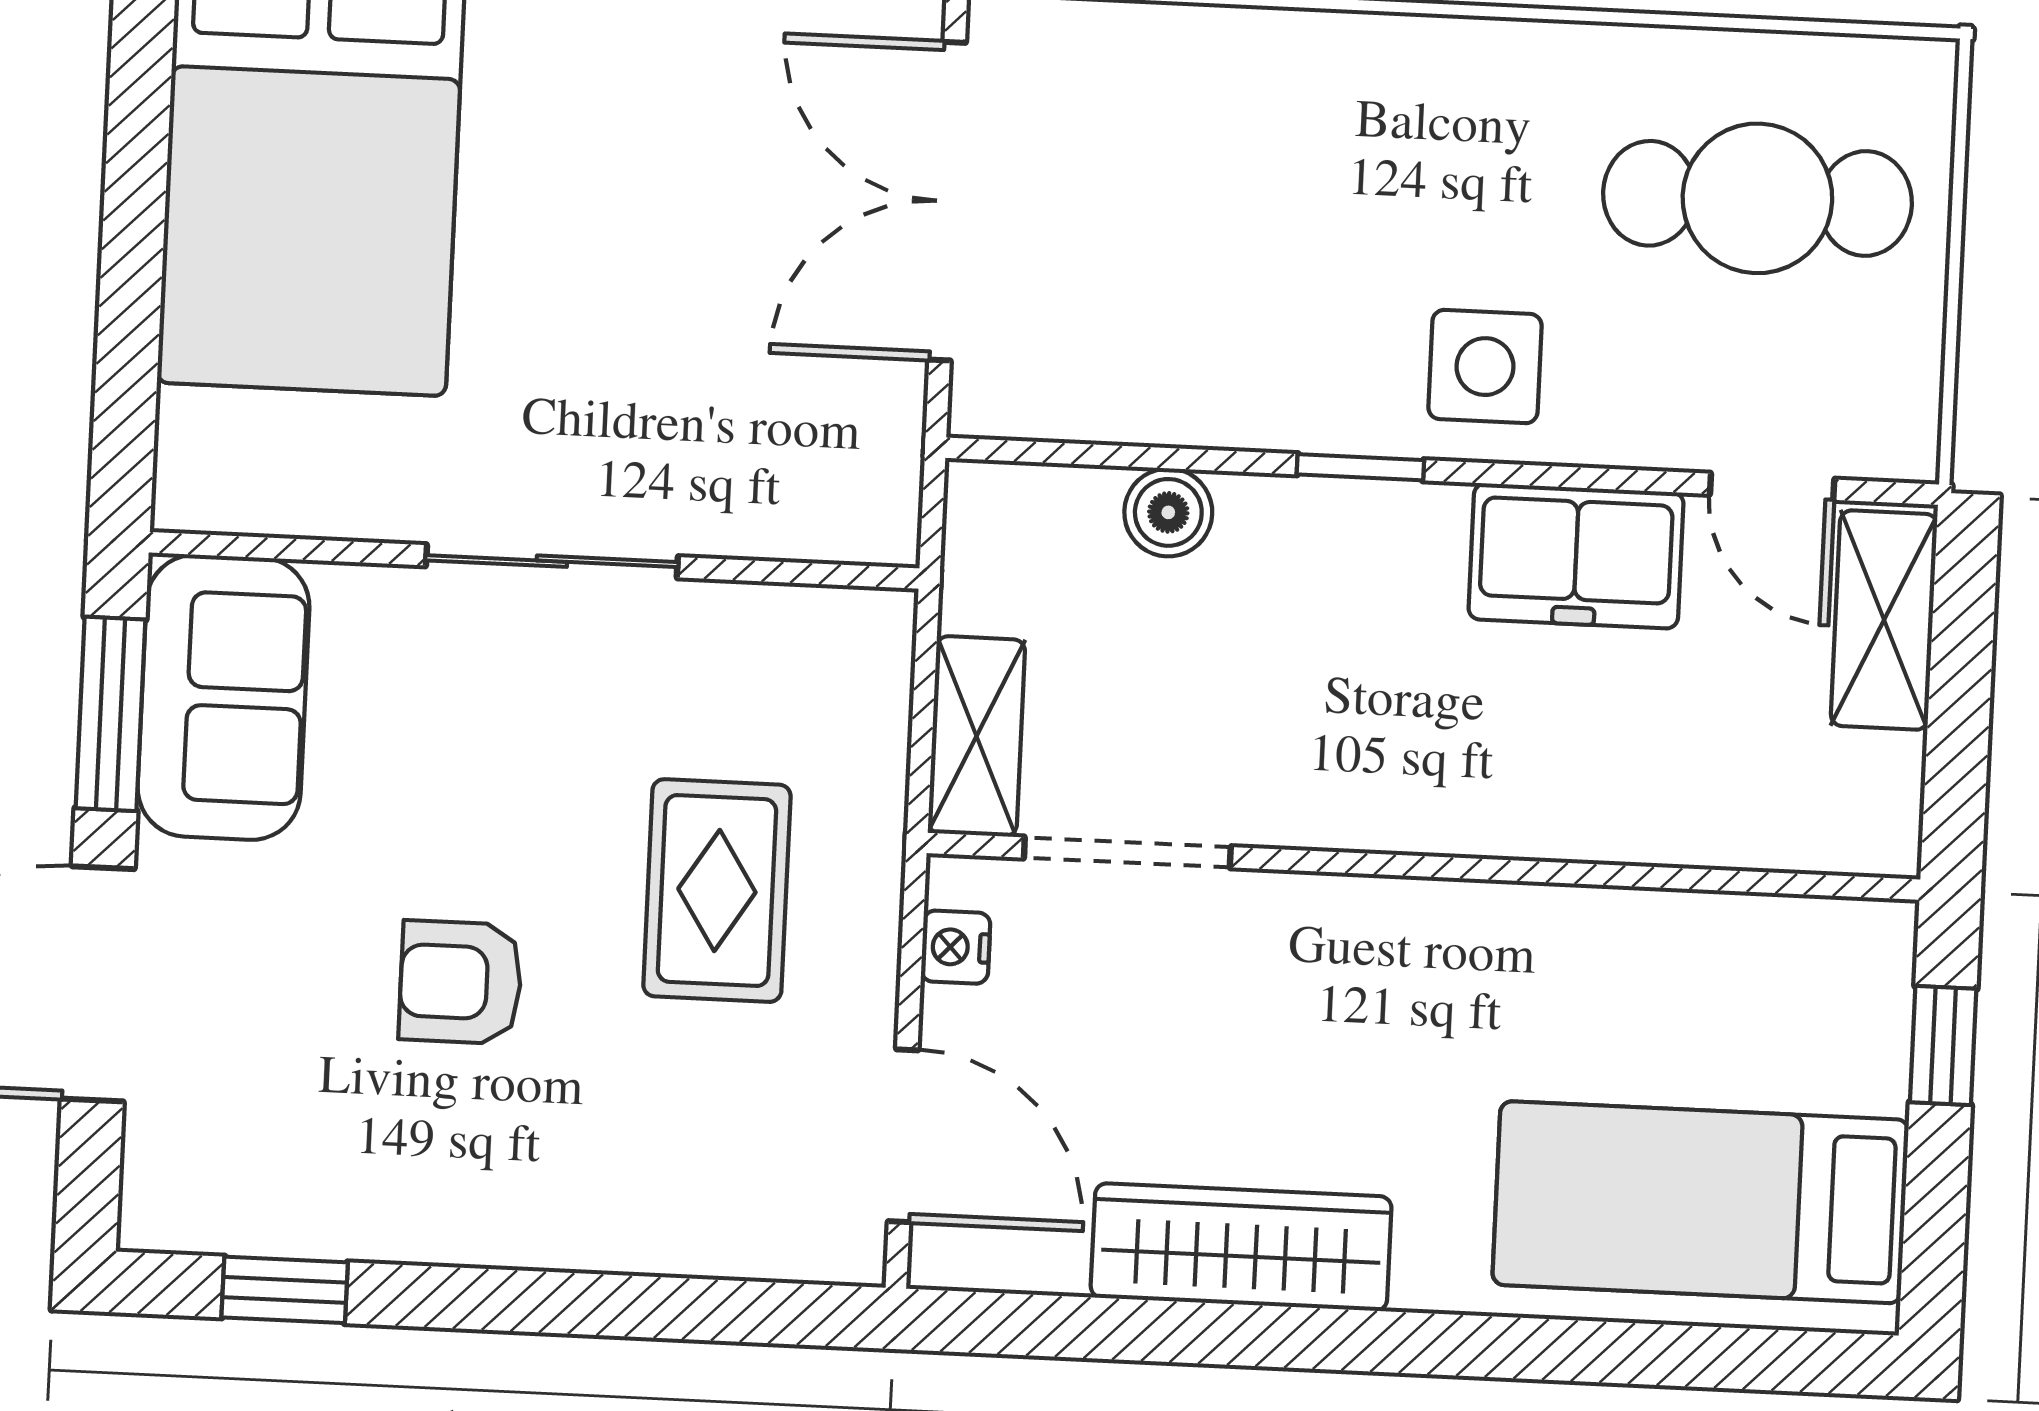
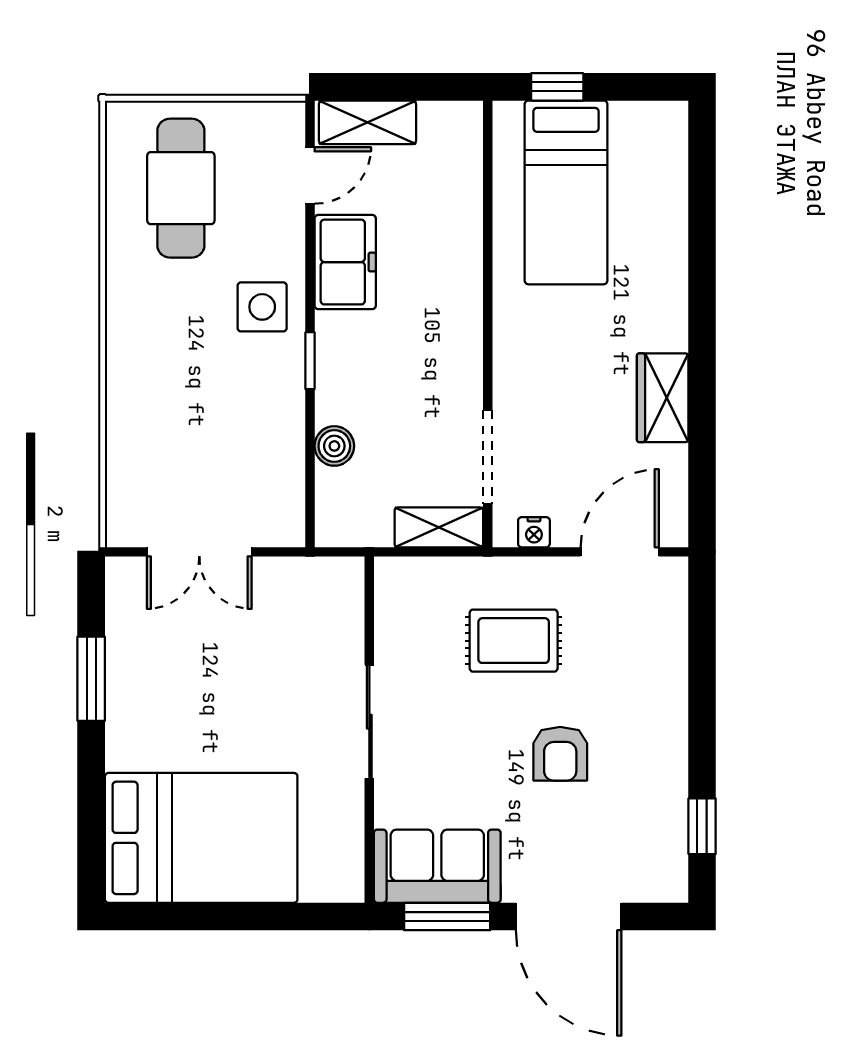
double door: (947, 201) -> (199, 552), width x0.73
bed: (1701, 1202) -> (566, 192), moved
wardrobe: (1241, 1247) -> (663, 398), width x0.67

